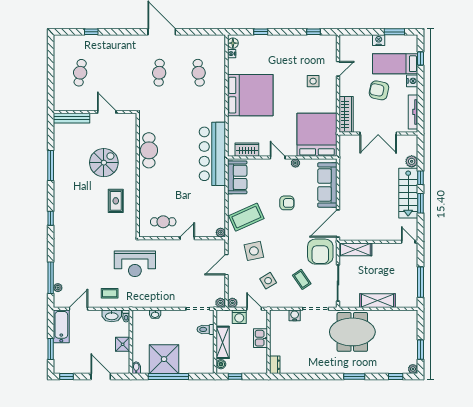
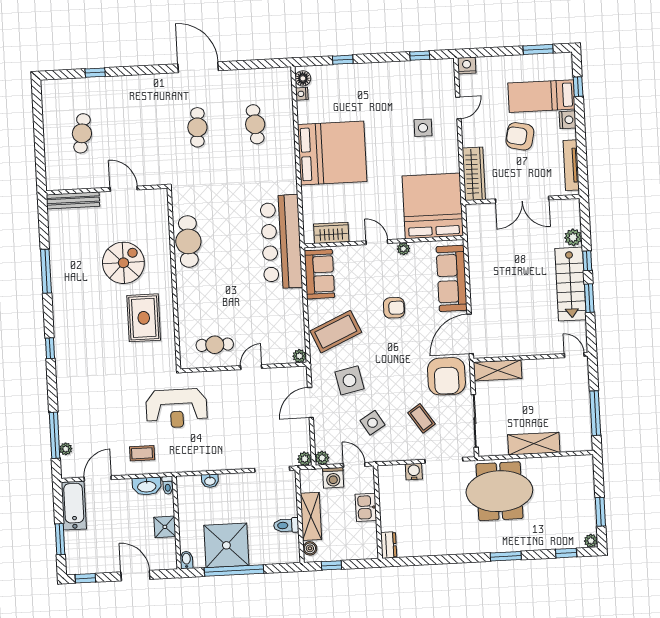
nightstand: (379, 40) -> (467, 65), moved
rug: (116, 201) -> (144, 318), width x1.36, depth x1.43
toilet: (206, 329) -> (286, 525), moved

